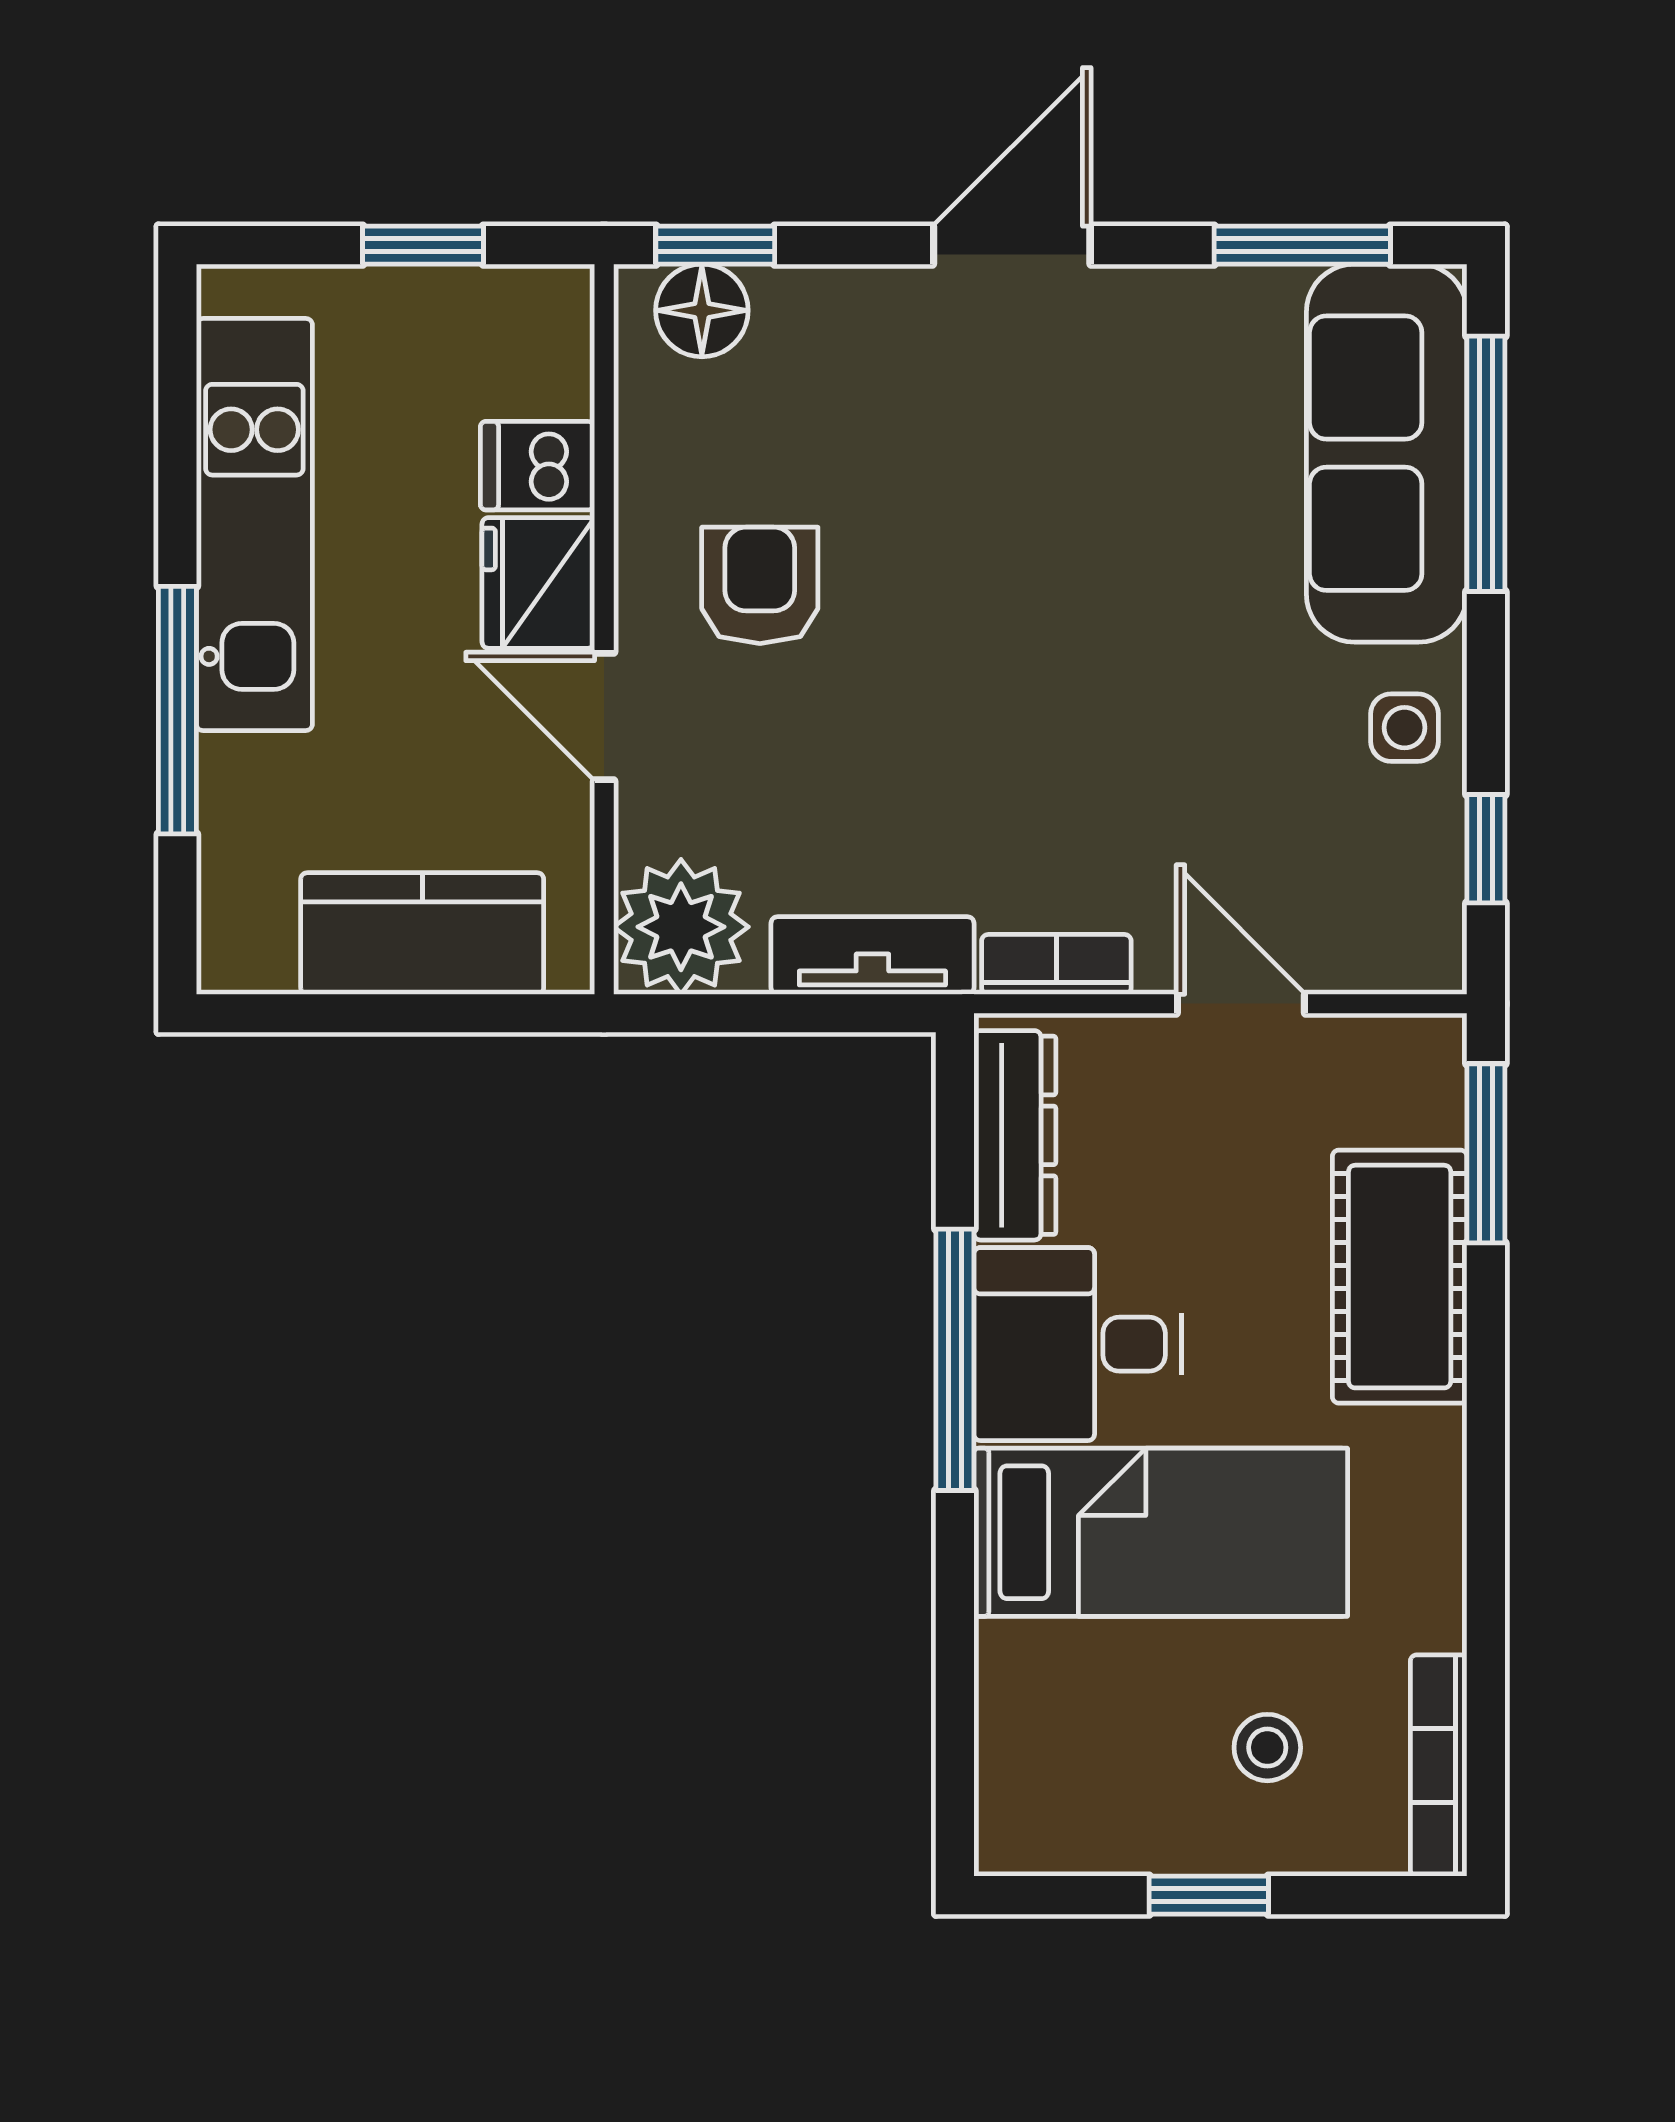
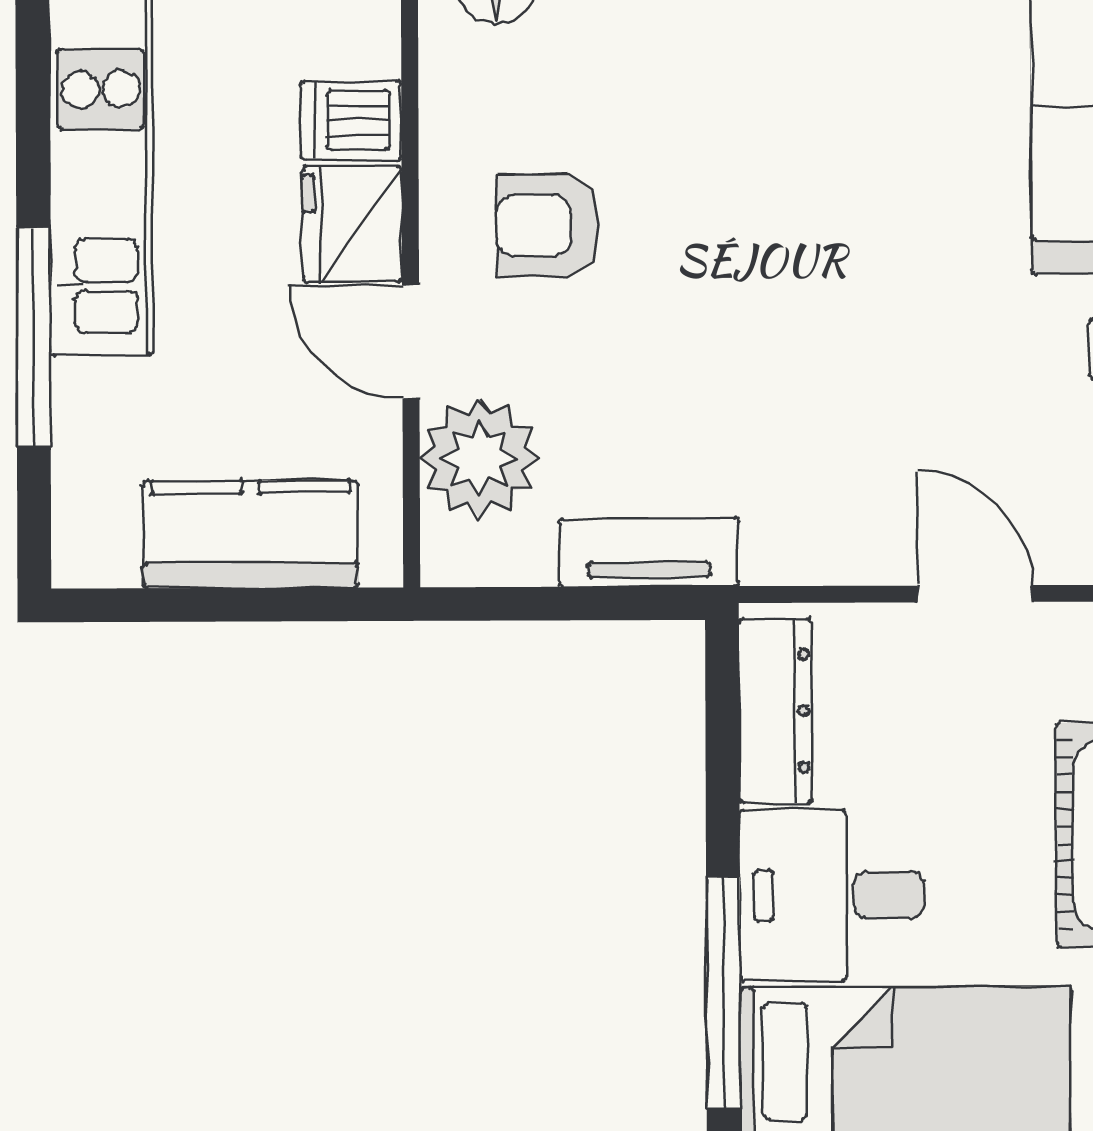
armchair: (760, 585) -> (548, 225), turned -90
plant: (681, 927) -> (479, 458), moved
bookcase: (1056, 964) -> (811, 560), removed
window: (955, 1360) -> (723, 993), moved

